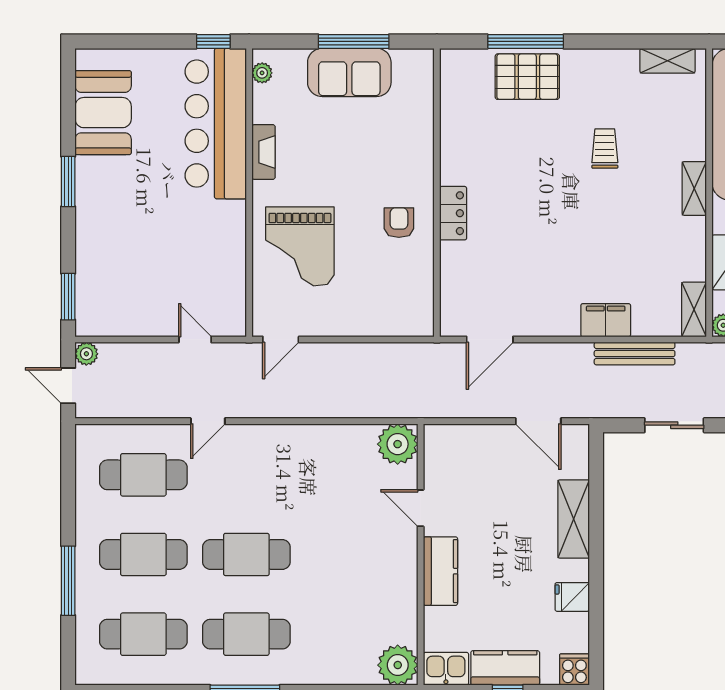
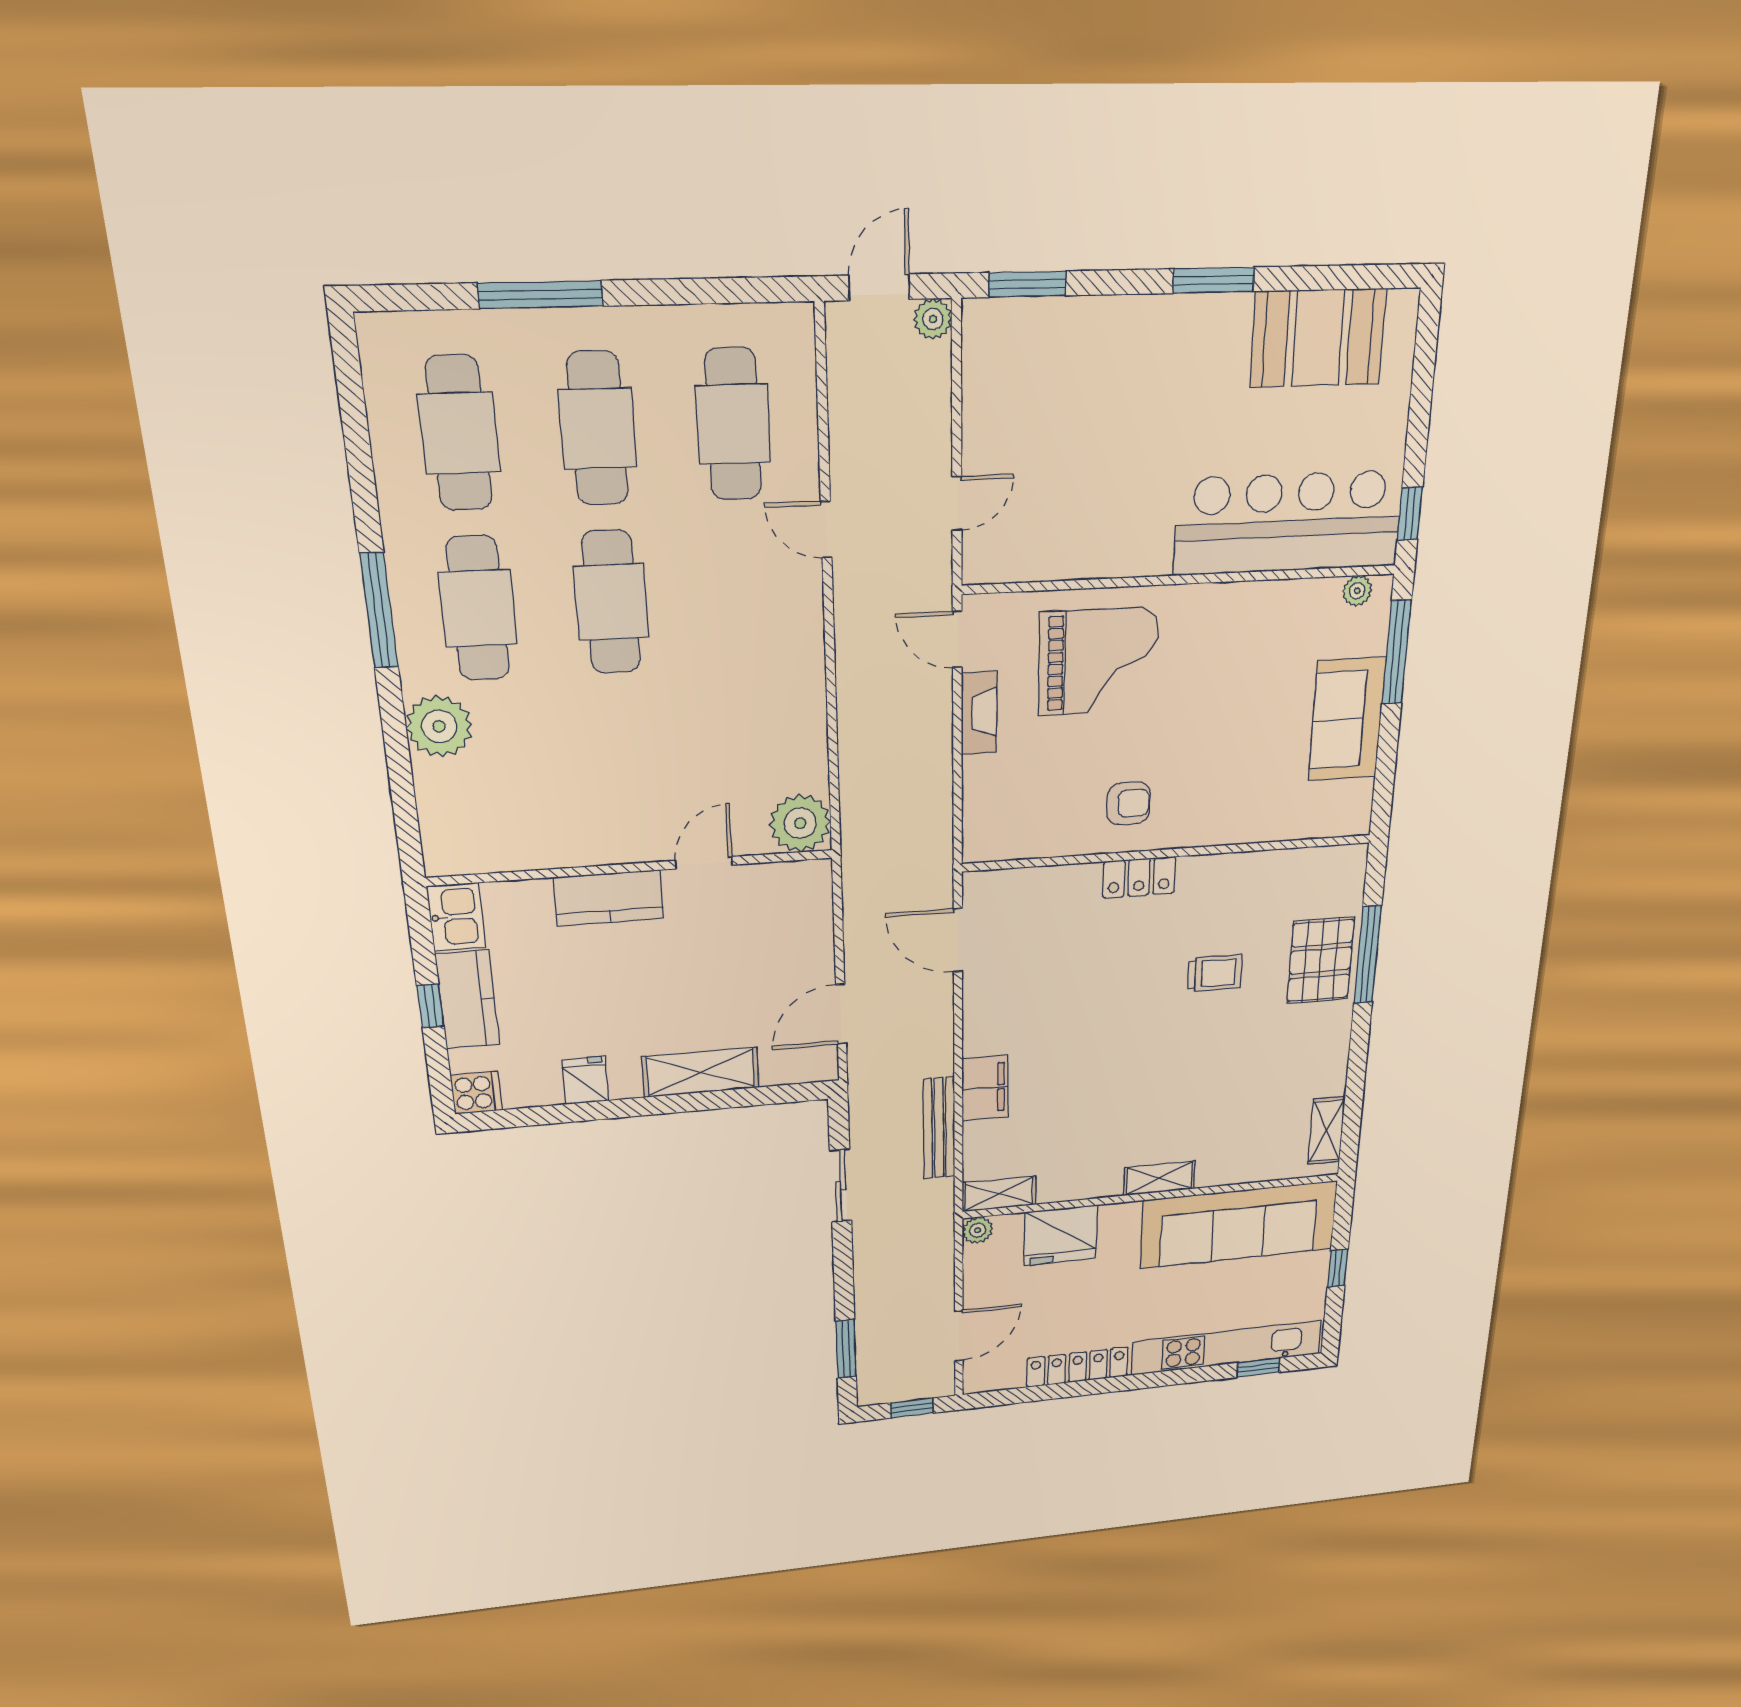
window: (354, 41) -> (1397, 652), moved
trolley: (605, 149) -> (1215, 973), moved
fireplace: (263, 152) -> (979, 713), moved, turned -90
grand piano: (300, 246) -> (1098, 661), turned 180
plant: (398, 665) -> (439, 726), moved

